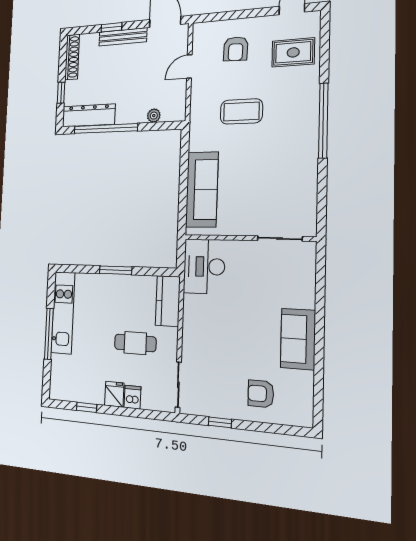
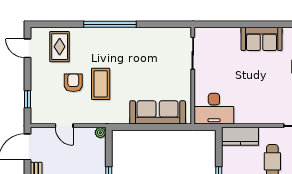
window: (224, 16) -> (28, 99), added
armchair: (236, 49) -> (73, 83), moved, turned -92
plant: (154, 116) -> (100, 133), moved

